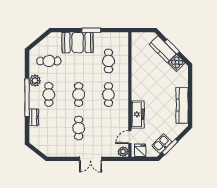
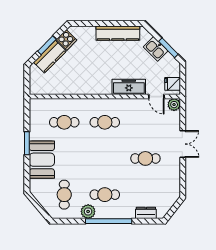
cafe table: (79, 94) -> (105, 158), removed
dresser: (34, 117) -> (146, 213), moved
kitchen sink: (162, 144) -> (156, 49), moved

